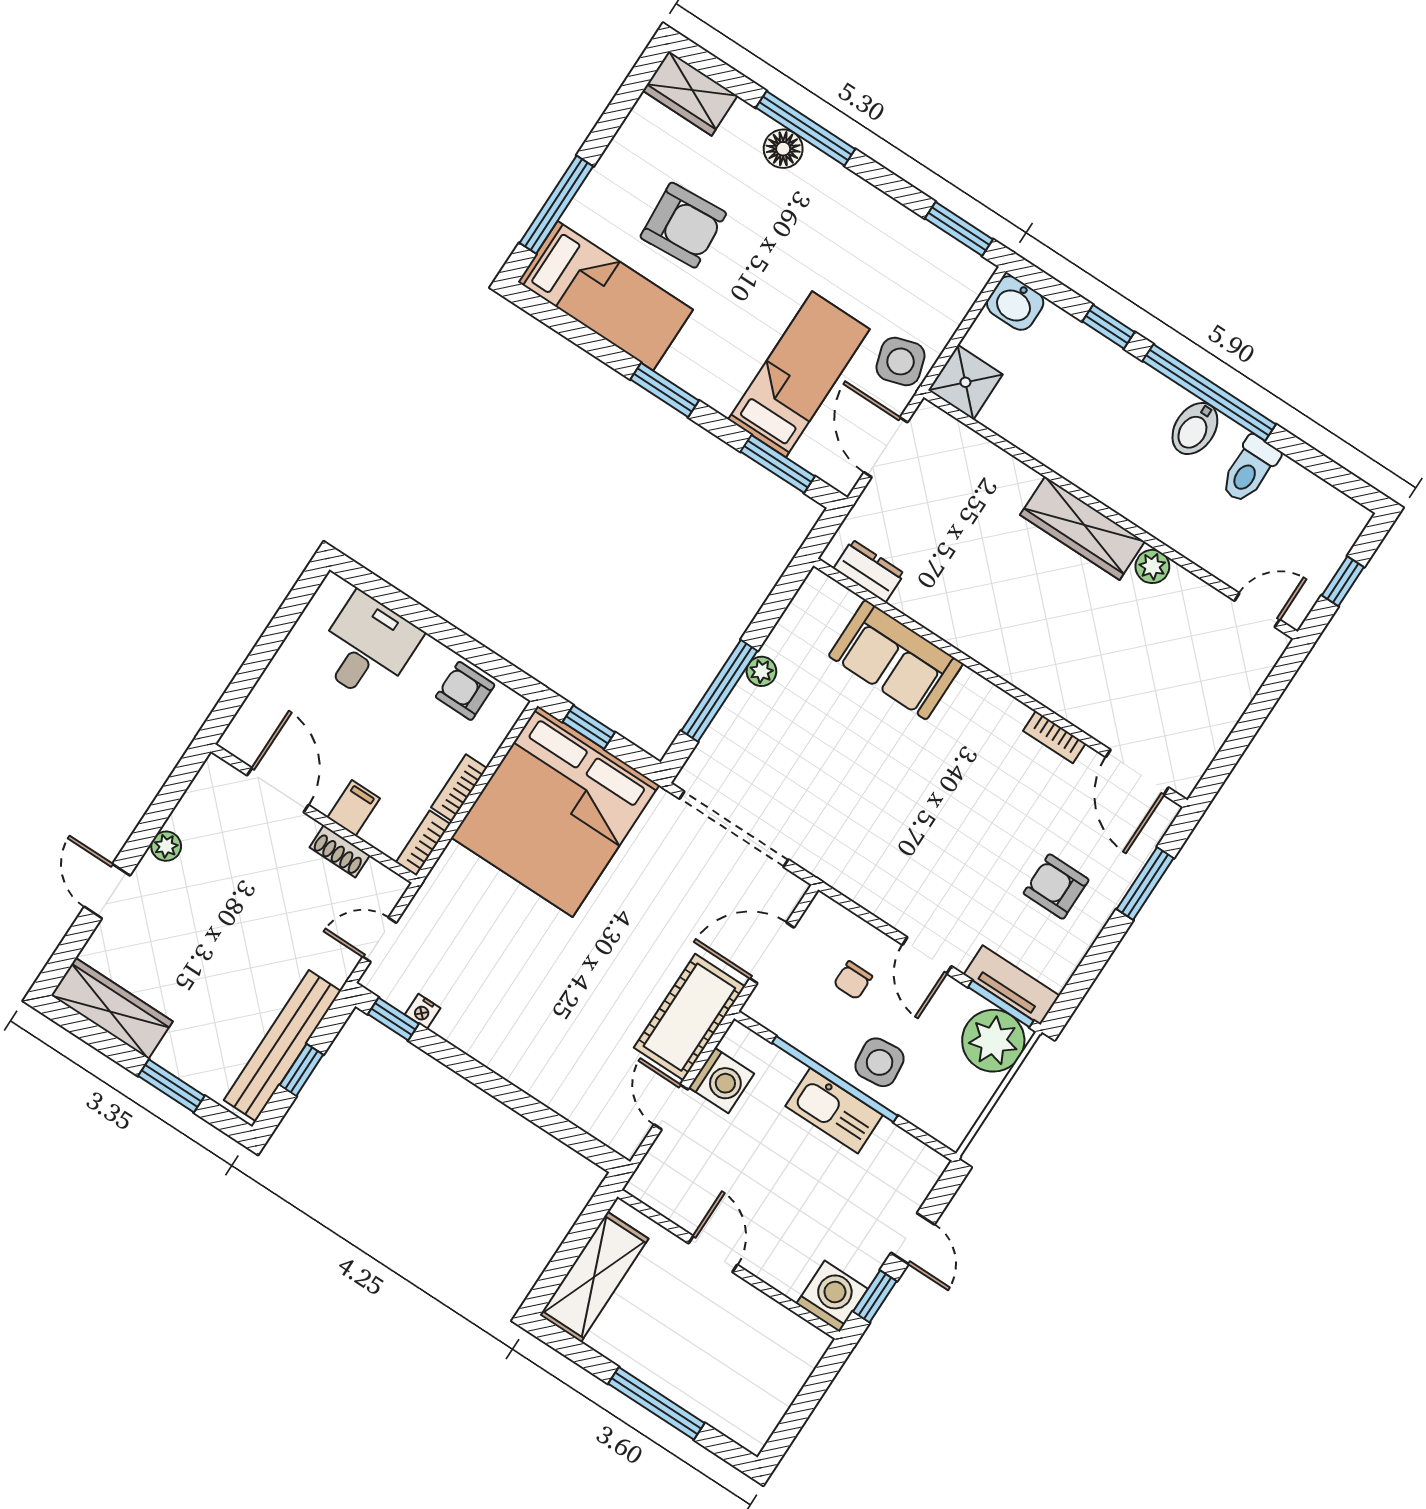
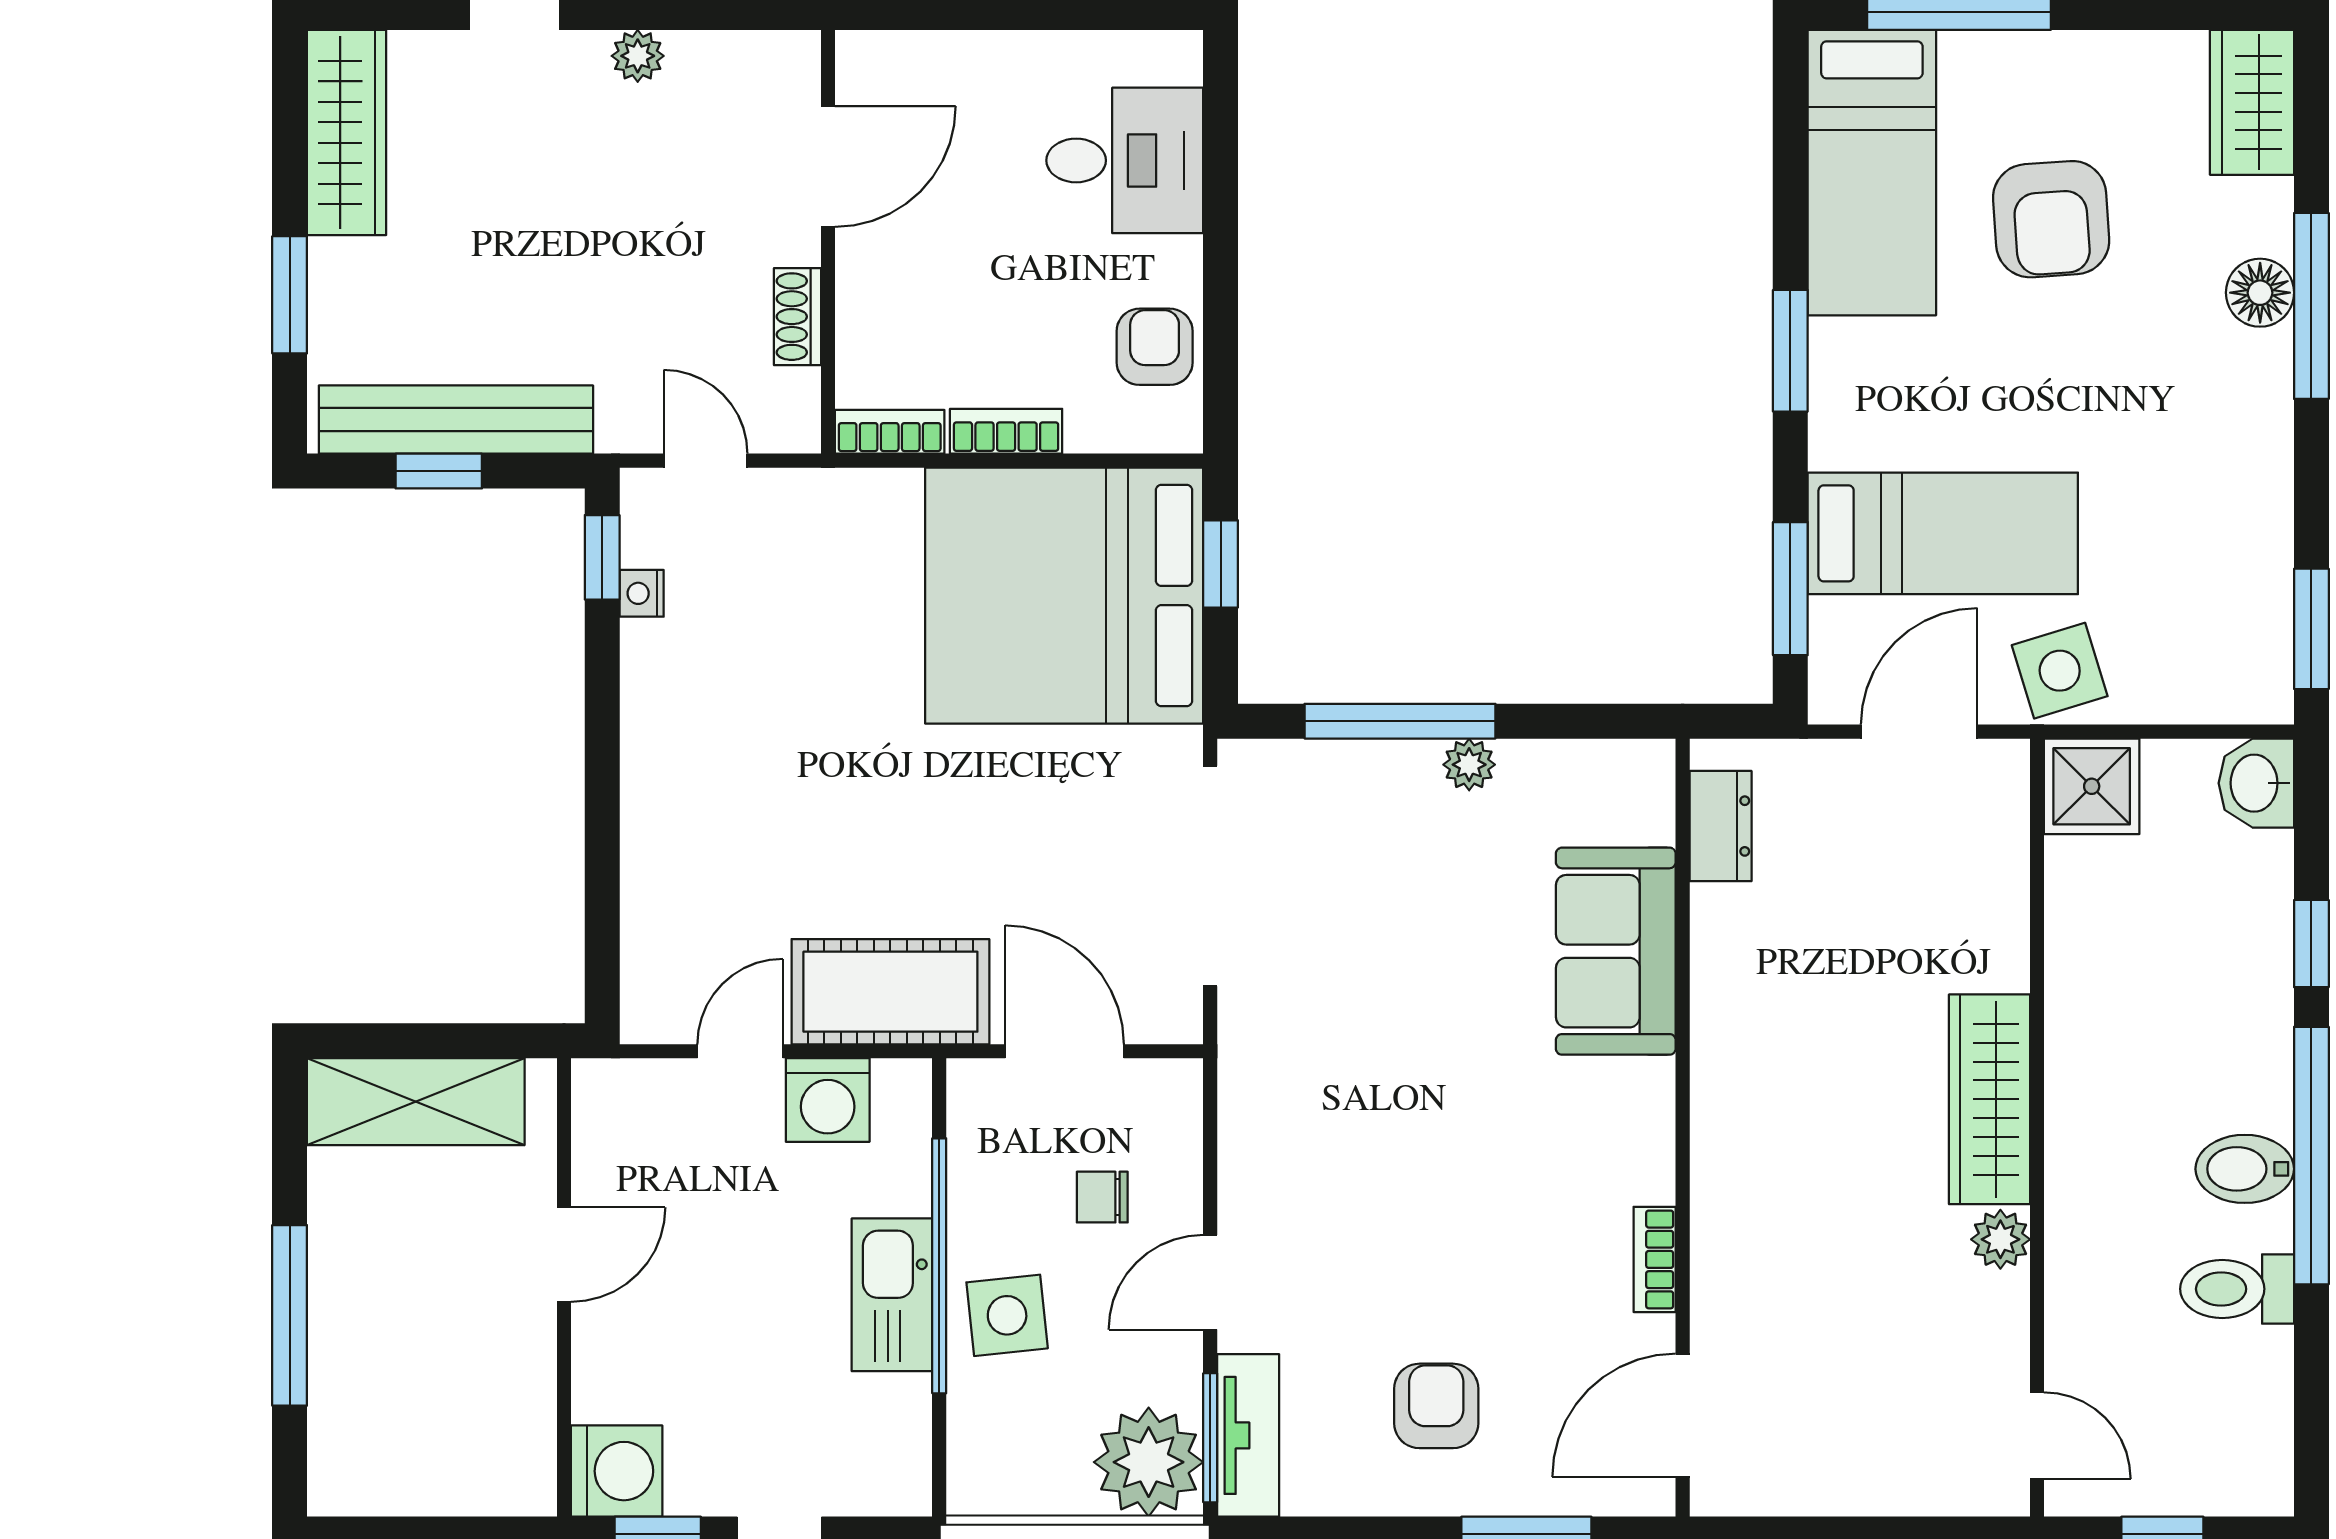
filing cabinet: (354, 808) -> (875, 296), removed

